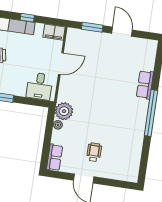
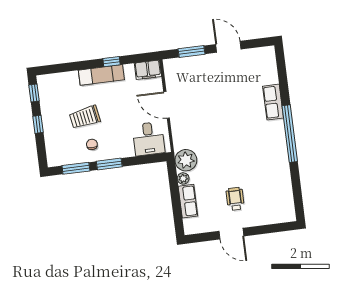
door: (61, 64) -> (167, 105), swing flipped
row of seats: (55, 157) -> (188, 201), moved

